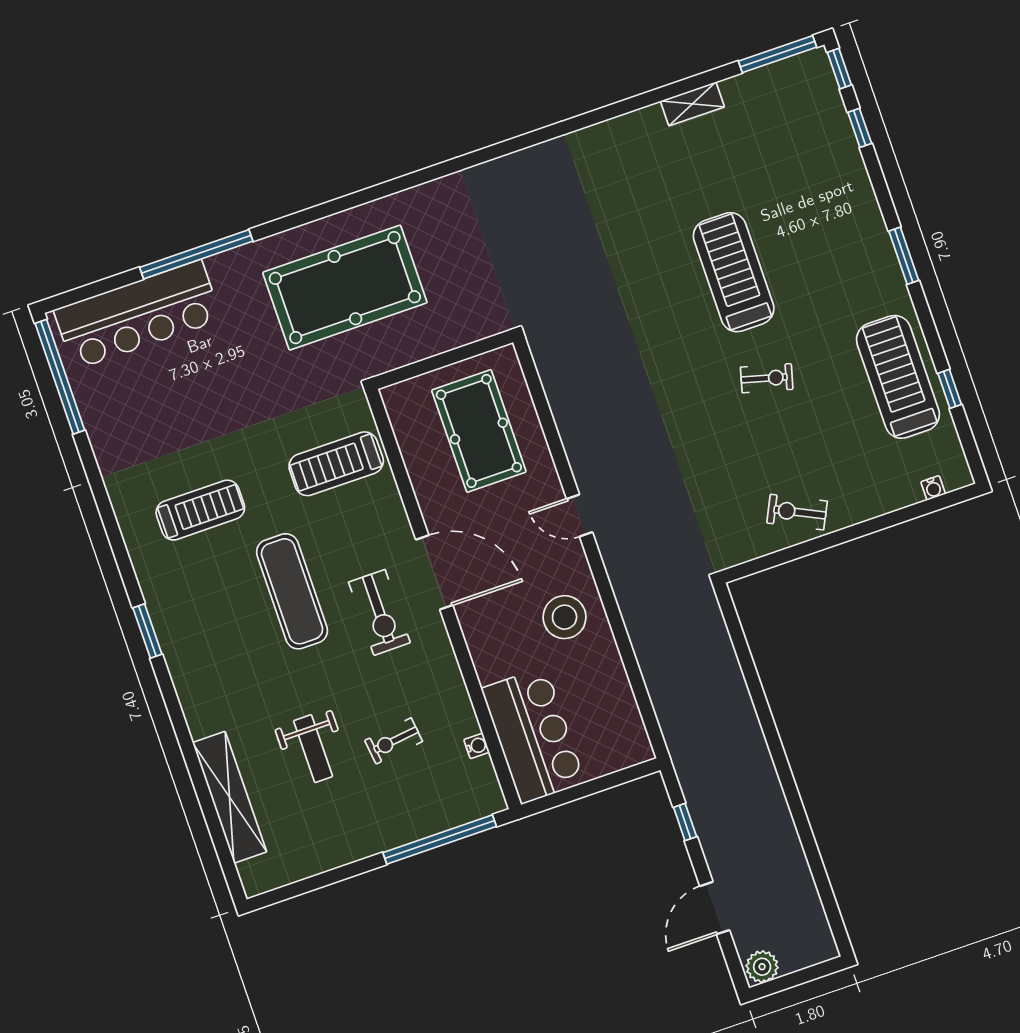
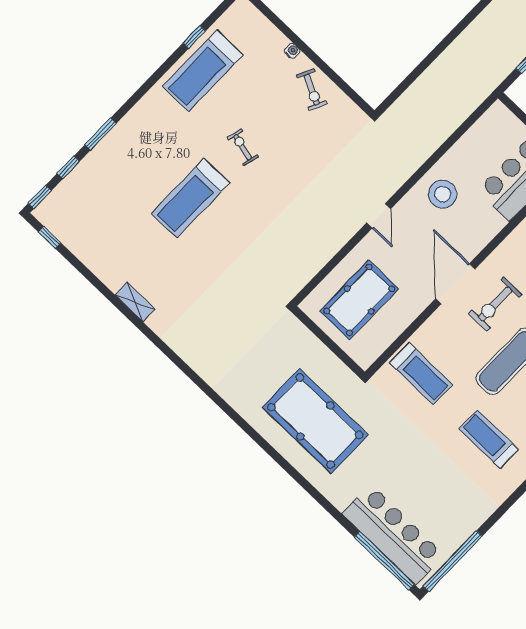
window: (777, 54) -> (50, 238), width x0.46
shelving: (692, 104) -> (135, 302), moved
window: (196, 254) -> (384, 561), moved
window: (904, 256) -> (100, 134), moved
water cooler: (933, 488) -> (292, 51), moved
exercise bike: (379, 612) -> (495, 304), turned 180

